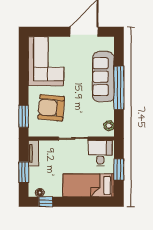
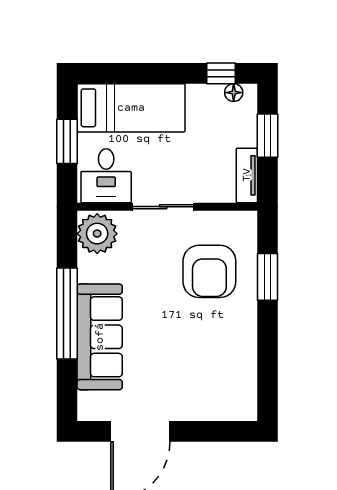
corner sofa: (46, 61) -> (220, 369), removed
armchair: (51, 108) -> (209, 271), turned 85
window: (24, 116) -> (268, 277), moved
plant: (109, 126) -> (97, 234), width x1.87, depth x1.87

